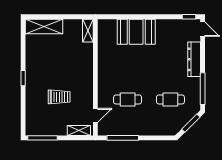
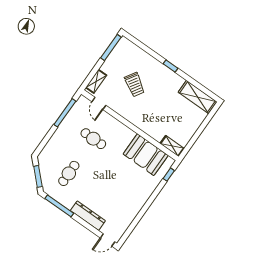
window: (189, 17) -> (169, 175), moved
shelving: (44, 26) -> (197, 97), moved, turned 90
booth: (136, 32) -> (146, 155), moved, turned 90
trolley: (59, 97) -> (135, 85), turned -58
cafe table: (128, 99) -> (93, 139), turned 90

